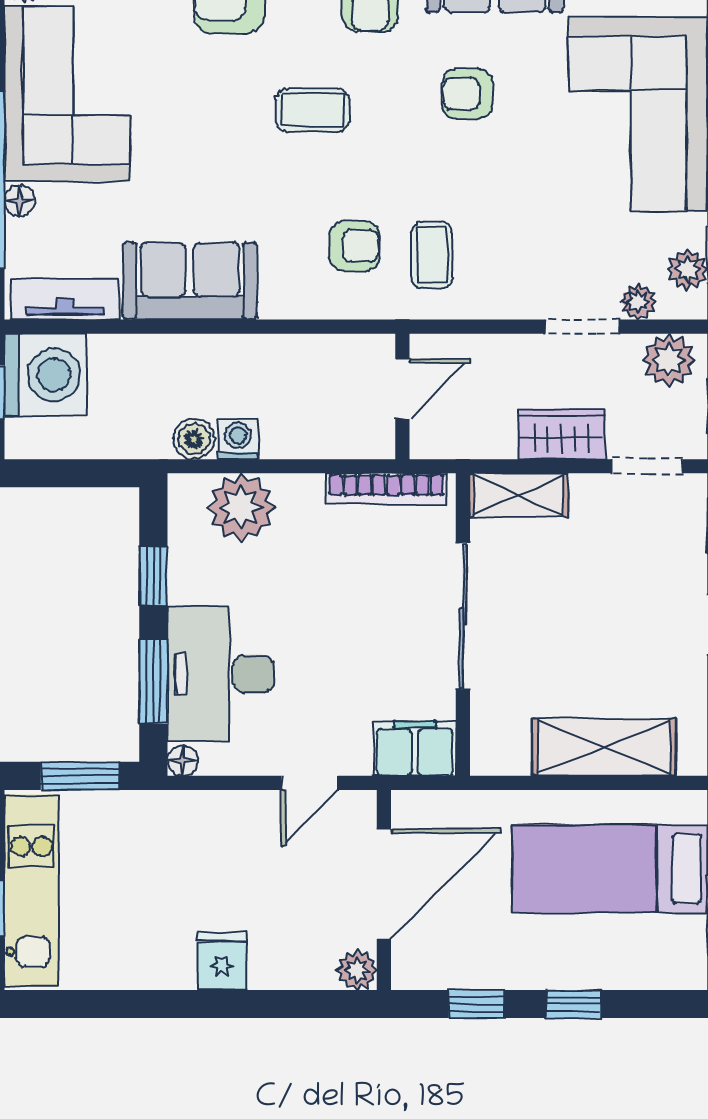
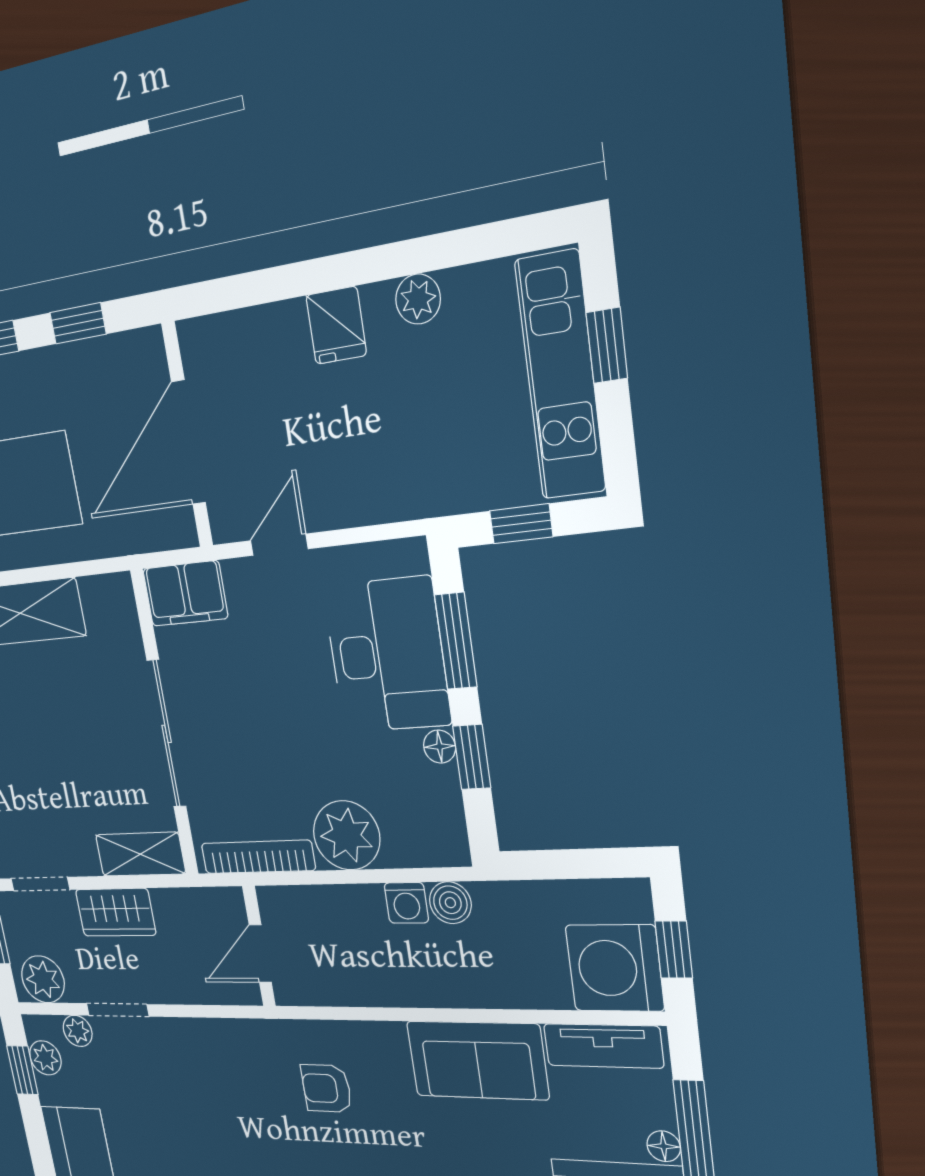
coffee table: (432, 255) -> (256, 1077), removed
plant: (241, 507) -> (347, 835), moved
floor lamp: (183, 761) -> (440, 747), moved
window: (80, 776) -> (521, 524), width x0.67
plant: (357, 970) -> (418, 299), moved

